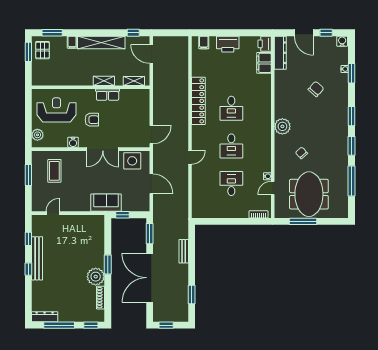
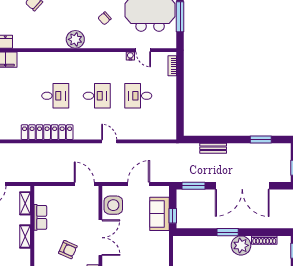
row of seats: (108, 95) -> (40, 217), moved
armchair: (92, 120) -> (68, 250), turned 114
sofa: (106, 203) -> (159, 214), moved

